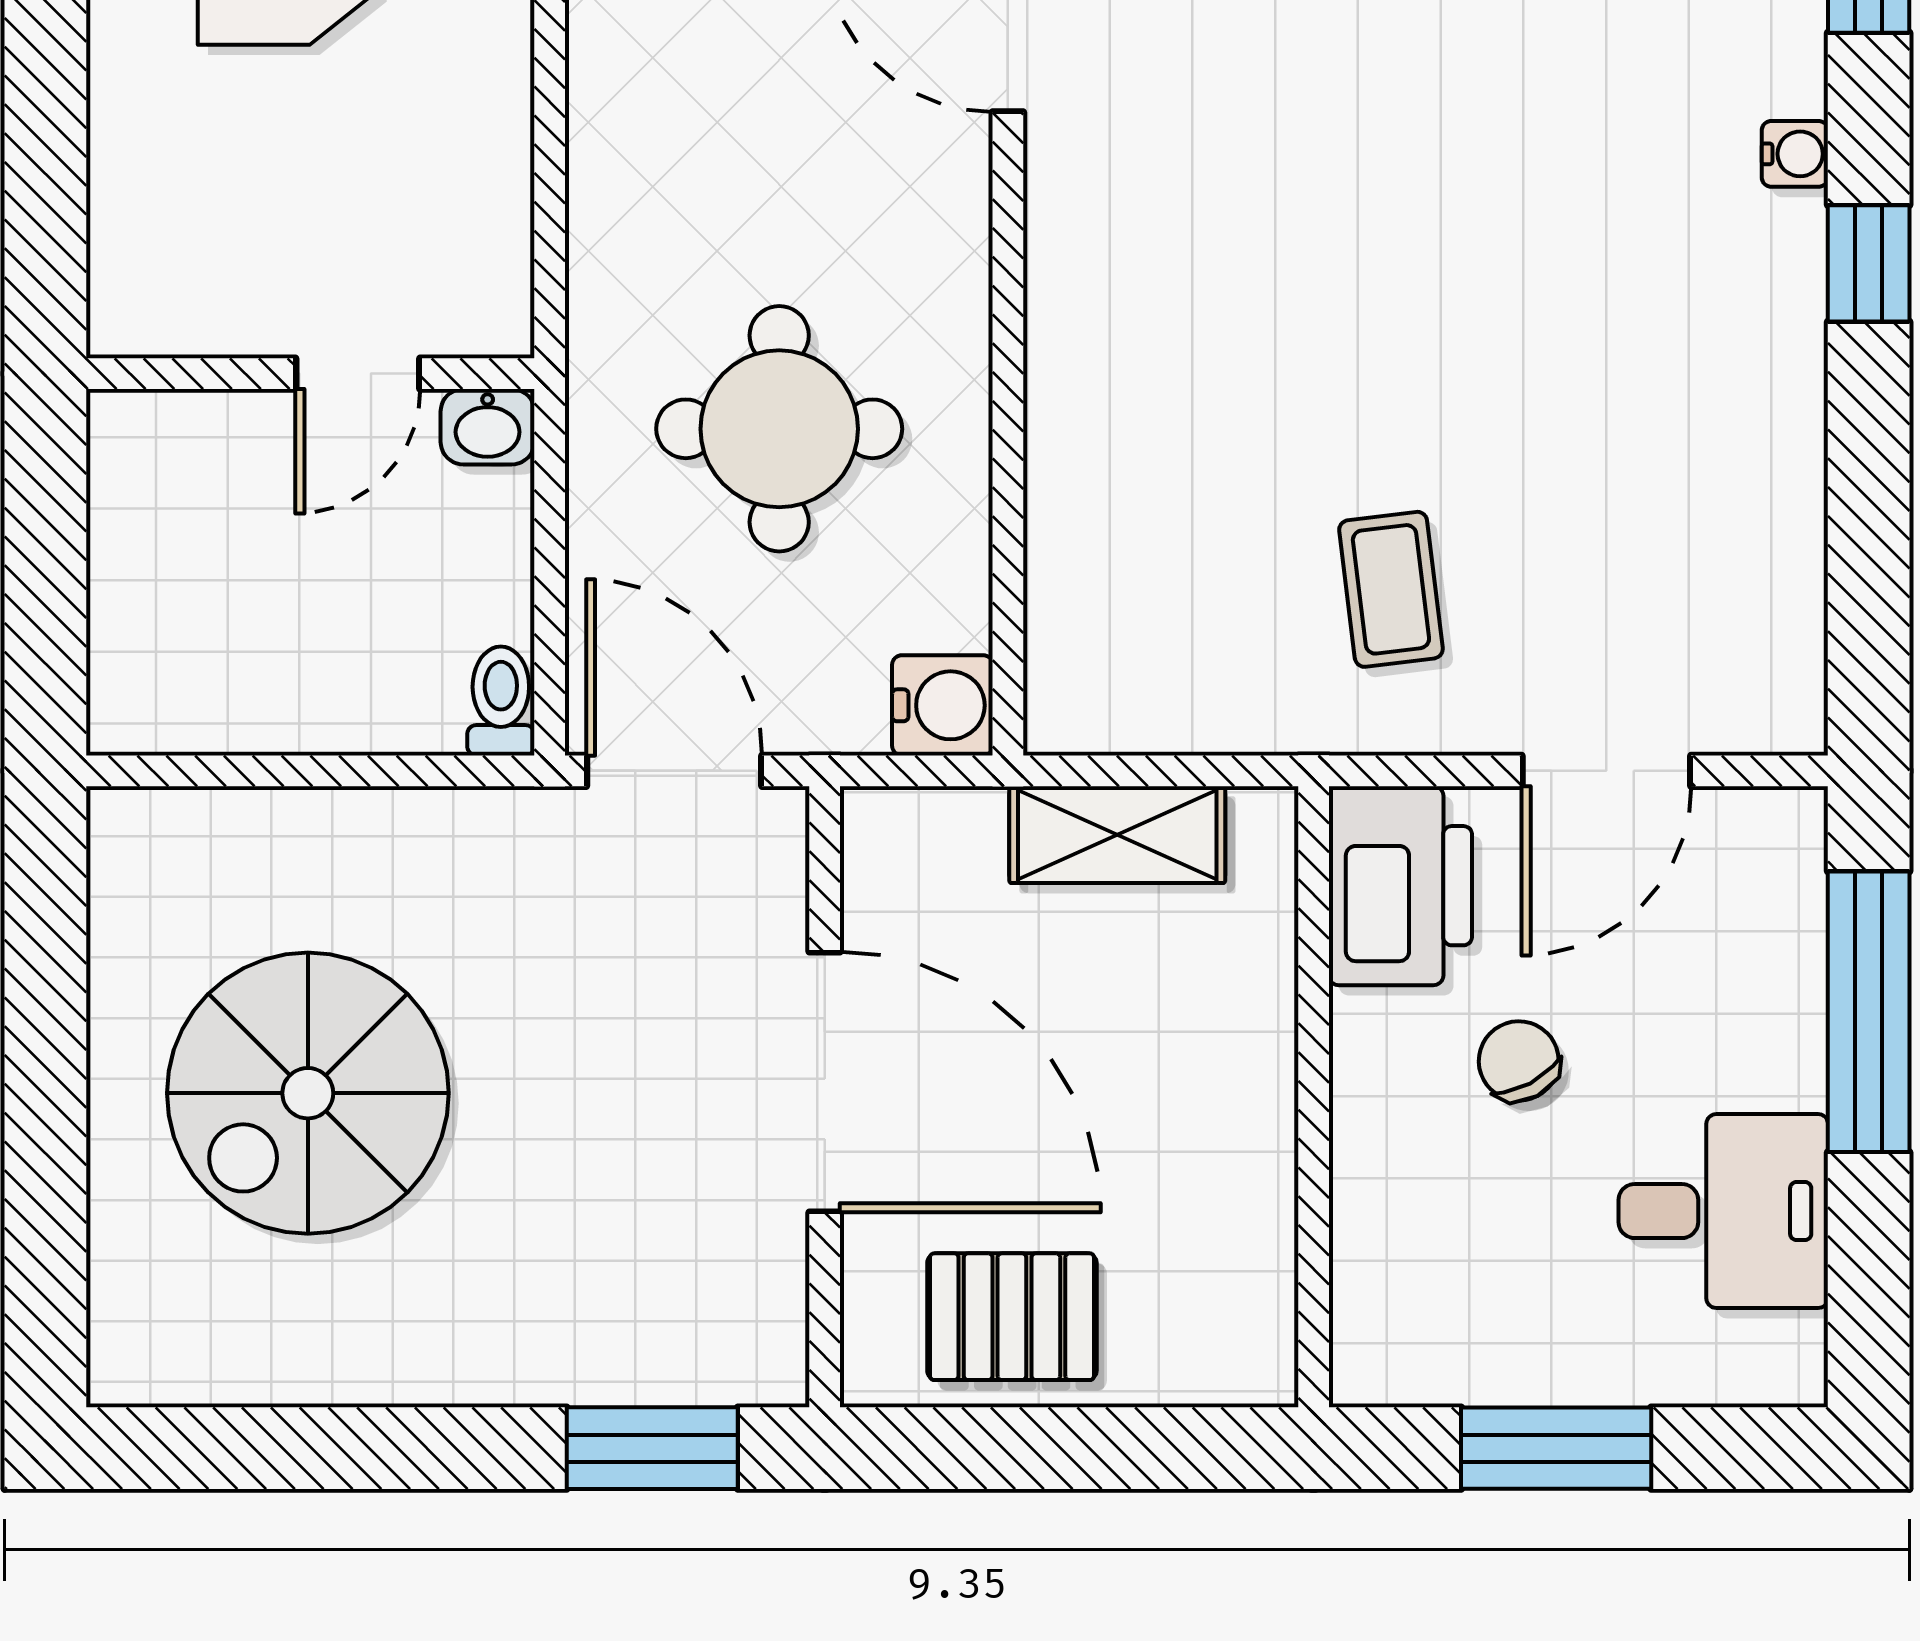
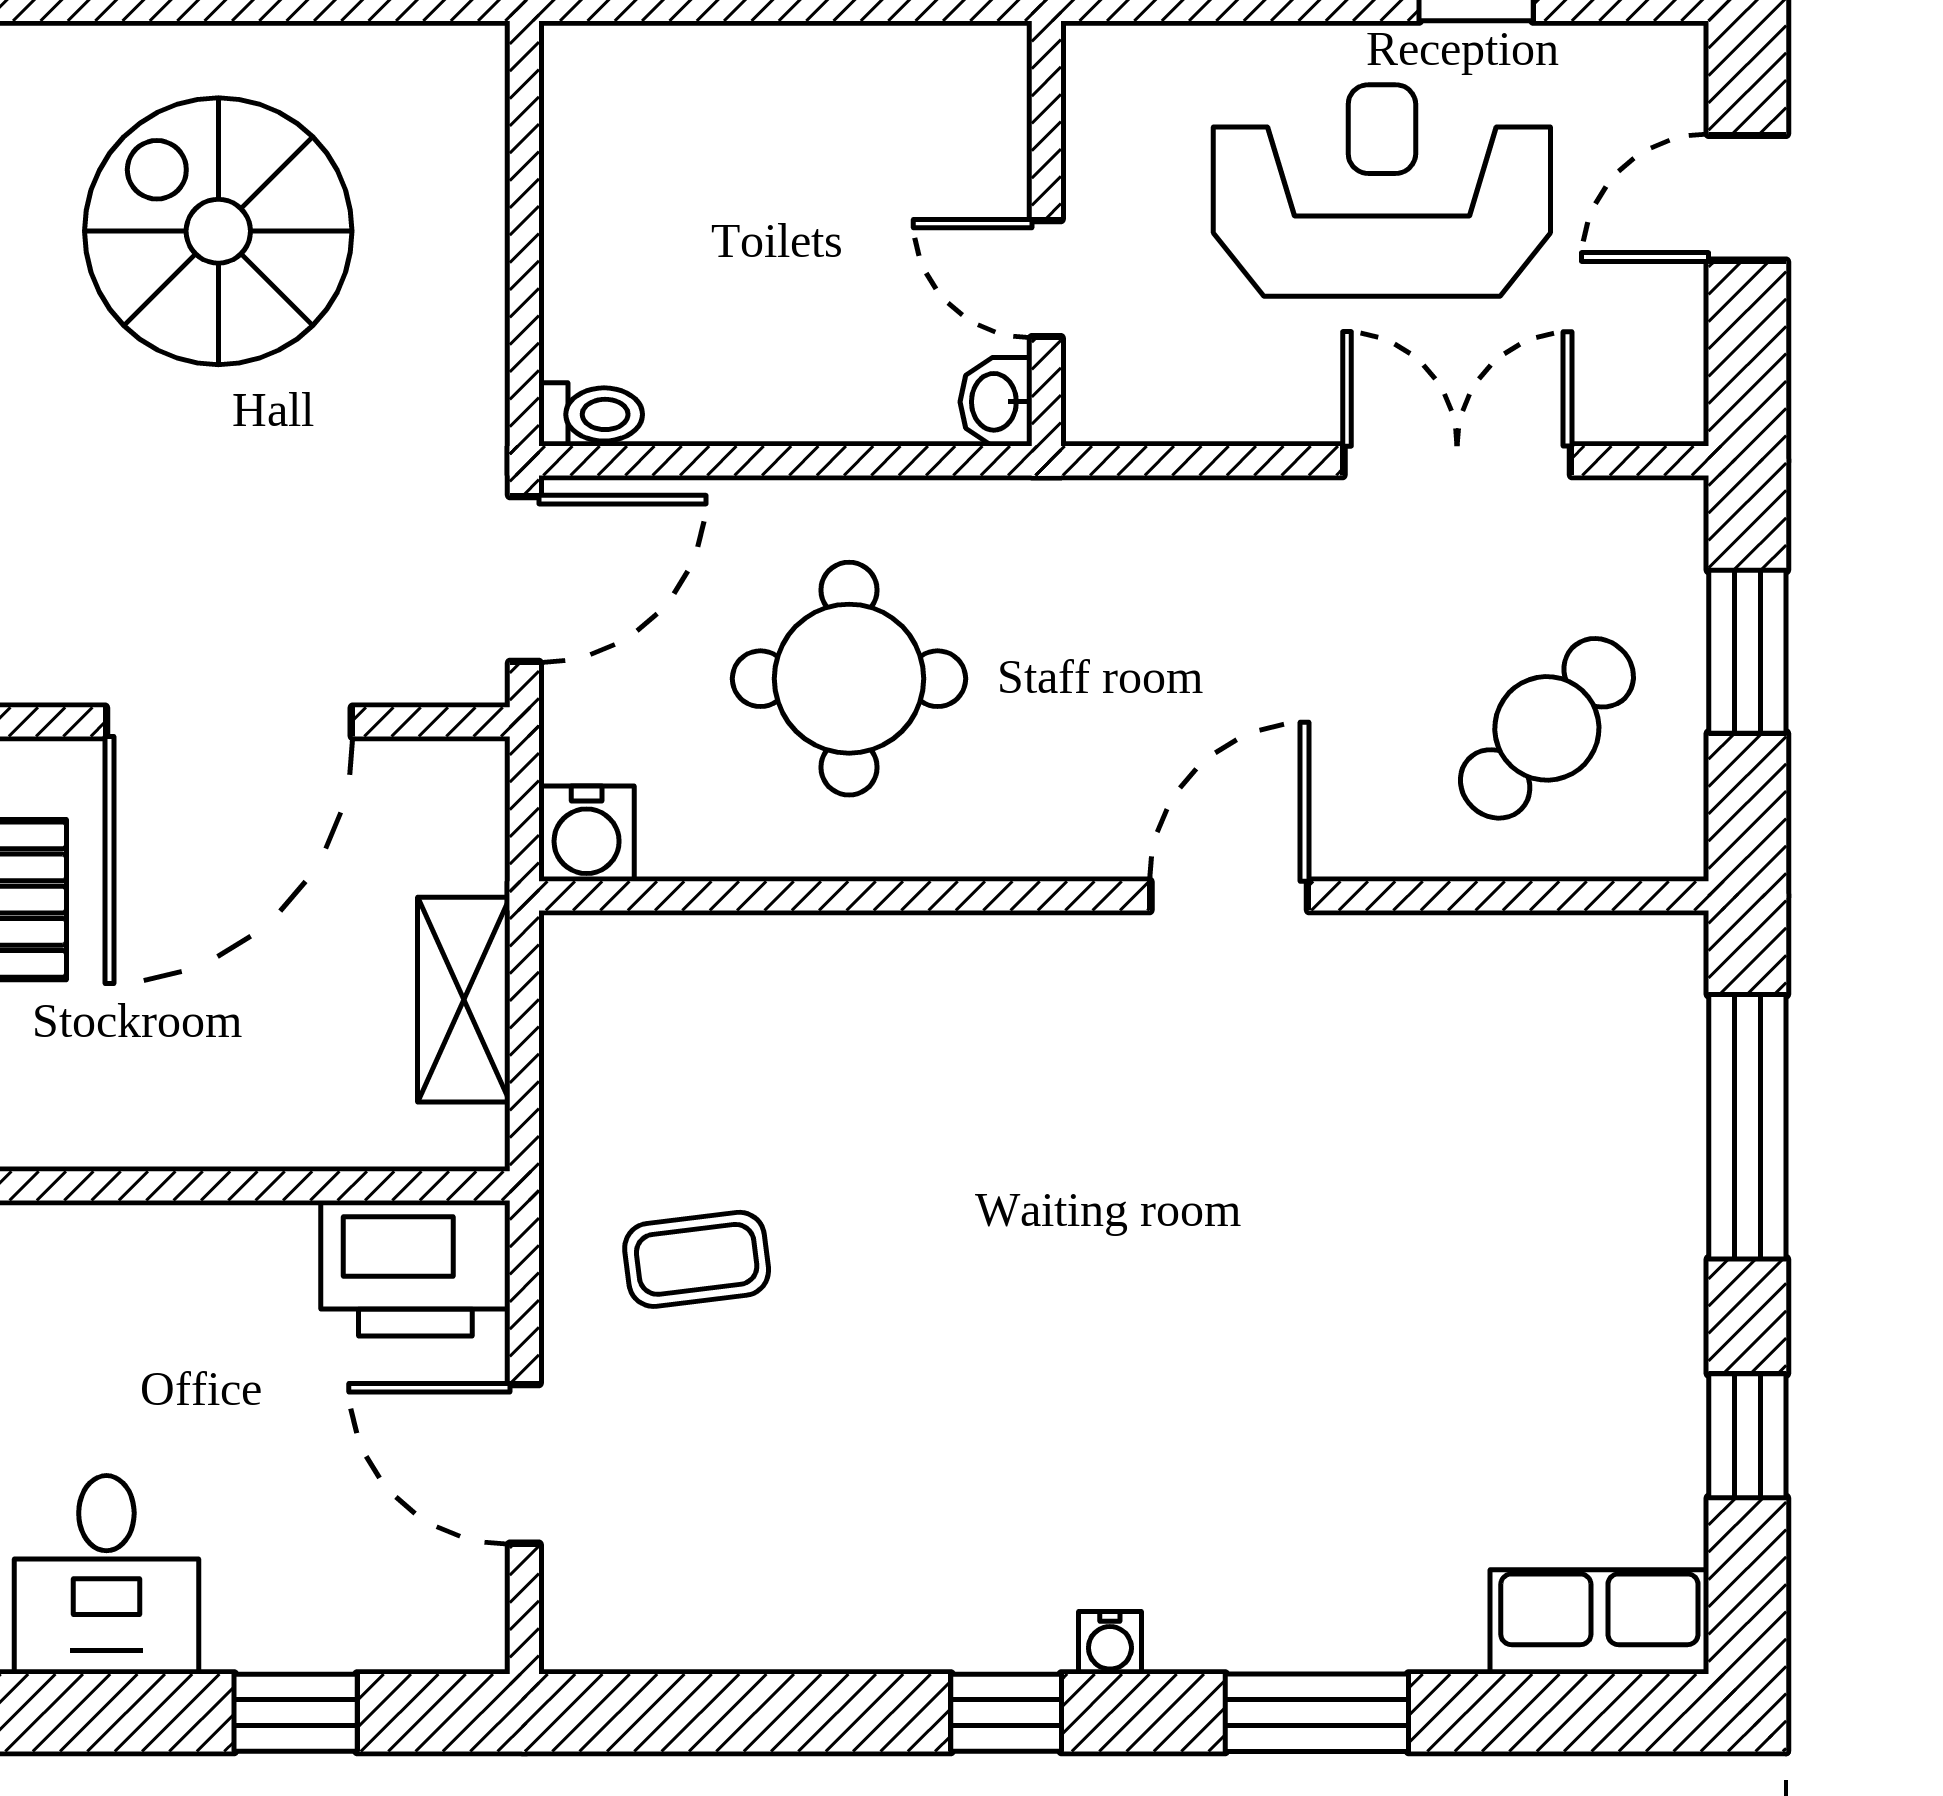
wall: (310, 374) -> (1046, 234), moved
door: (358, 374) -> (1046, 279), moved
washbasin: (488, 427) -> (996, 402), moved
window: (1869, 1012) -> (296, 1713), width x0.46
chair: (1519, 1061) -> (249, 1381), removed

